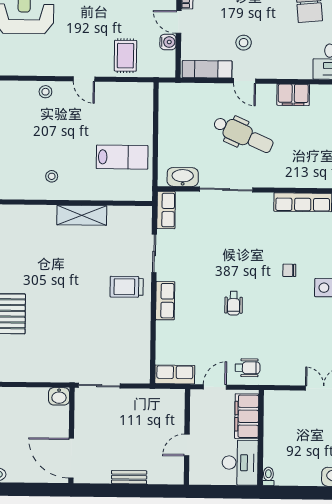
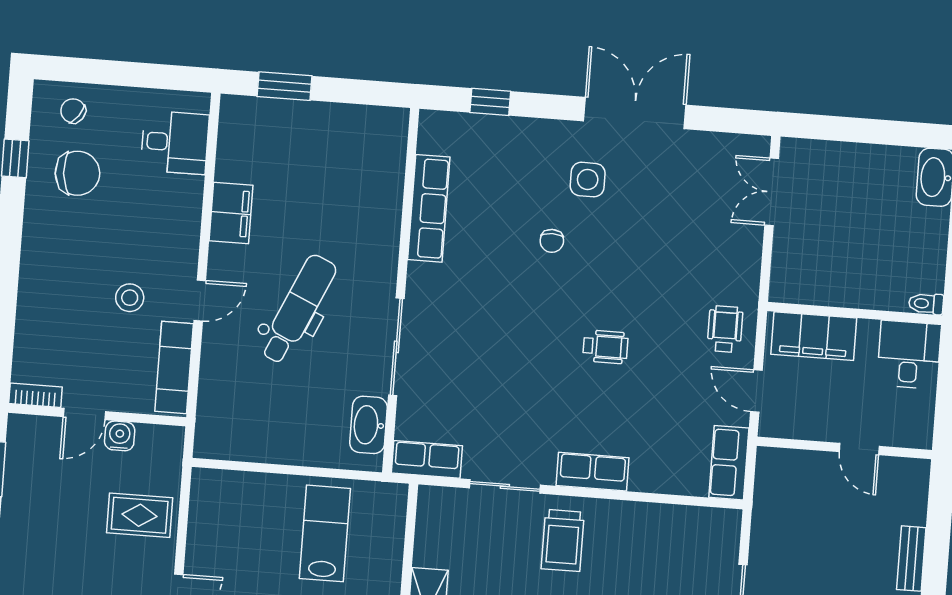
desk: (240, 463) -> (909, 355), width x0.73

